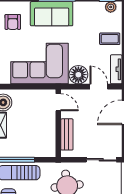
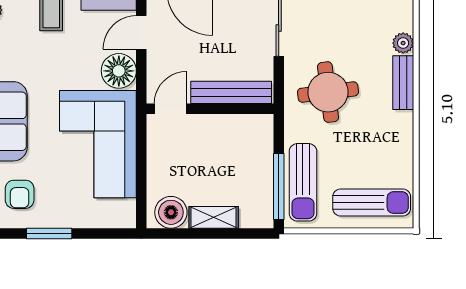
armchair: (13, 22) -> (20, 194), turned 90
bench: (67, 134) -> (231, 92), width x1.36

